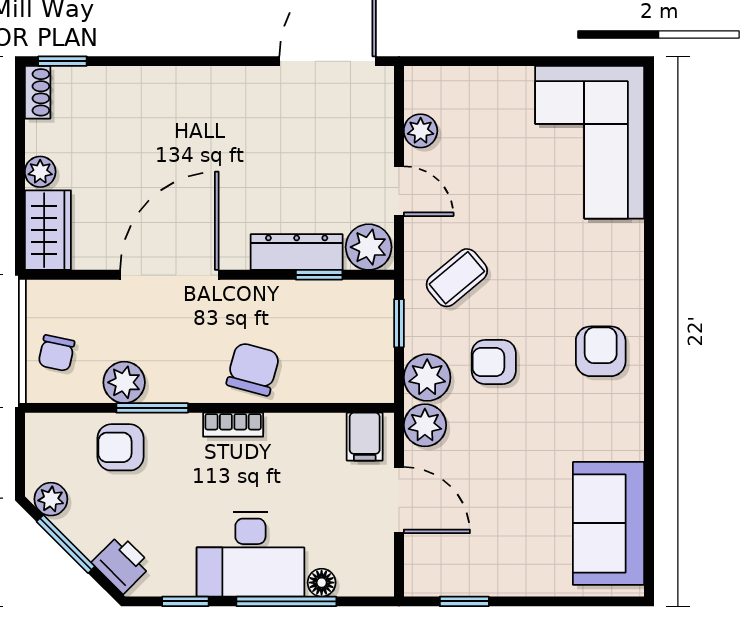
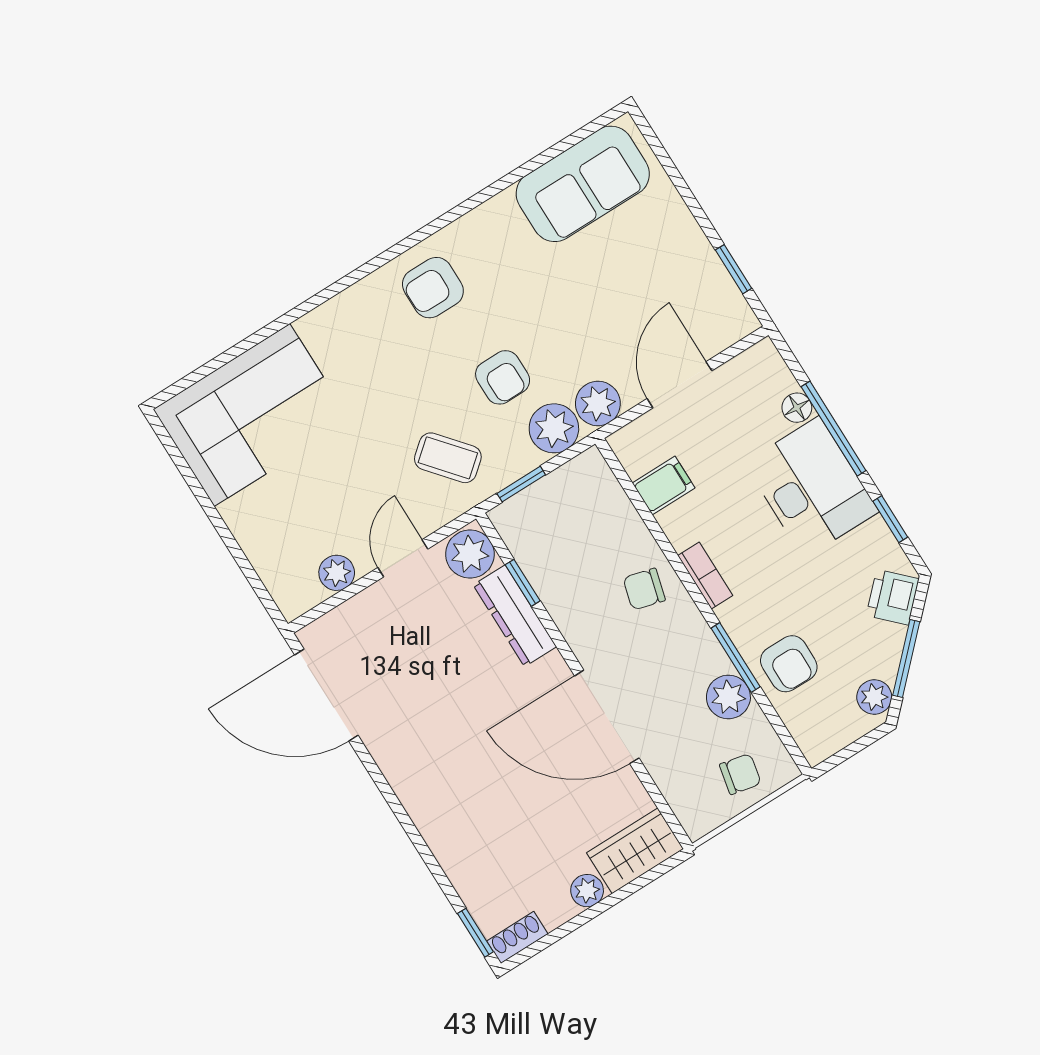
chair: (253, 369) -> (644, 589), width x0.73, depth x0.73
filing cabinet: (365, 437) -> (664, 485), moved

